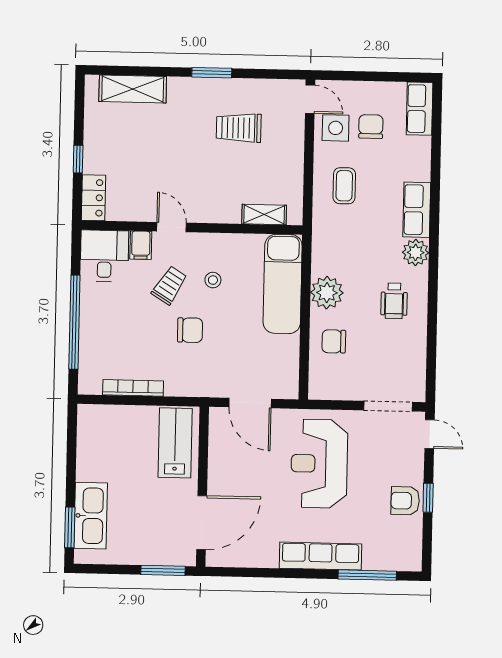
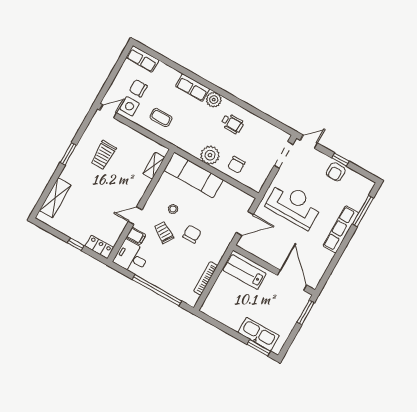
reception desk: (319, 464) -> (294, 205), turned 180

